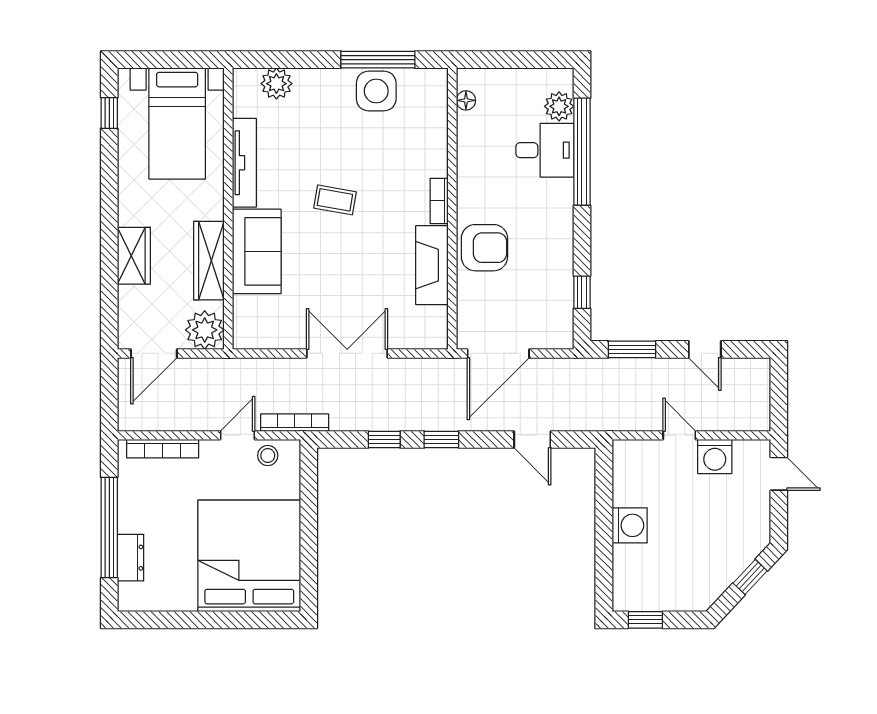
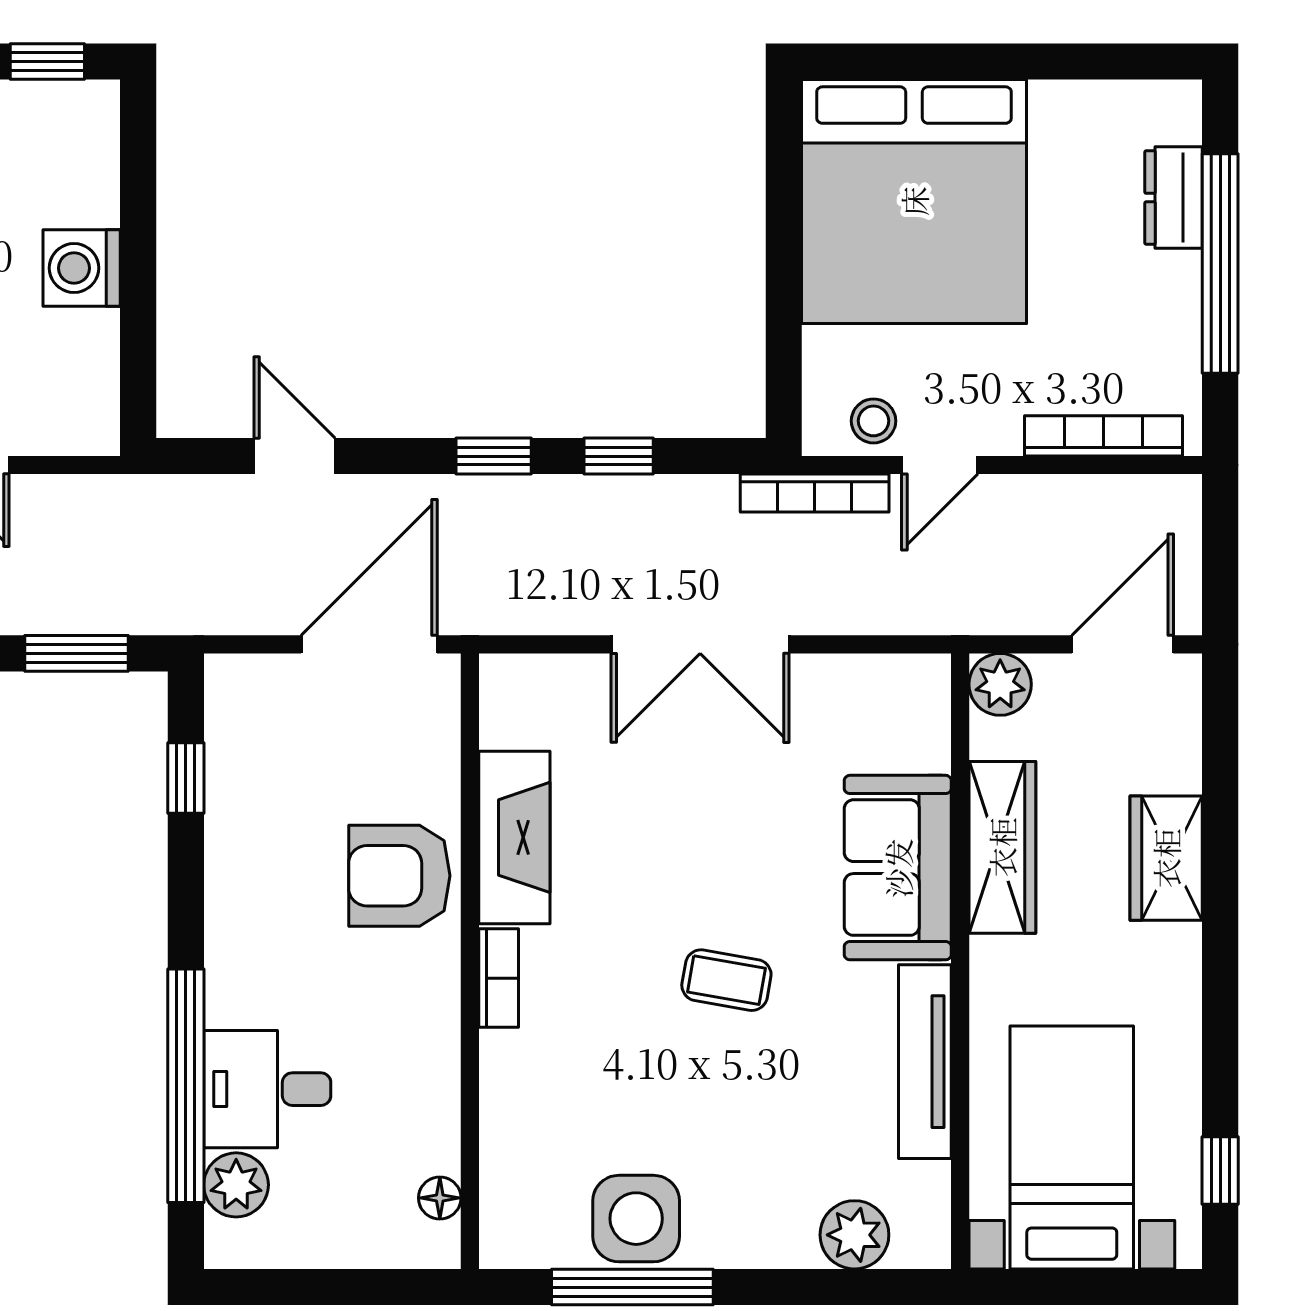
plant: (205, 330) -> (1000, 684), width x0.73, depth x0.73

